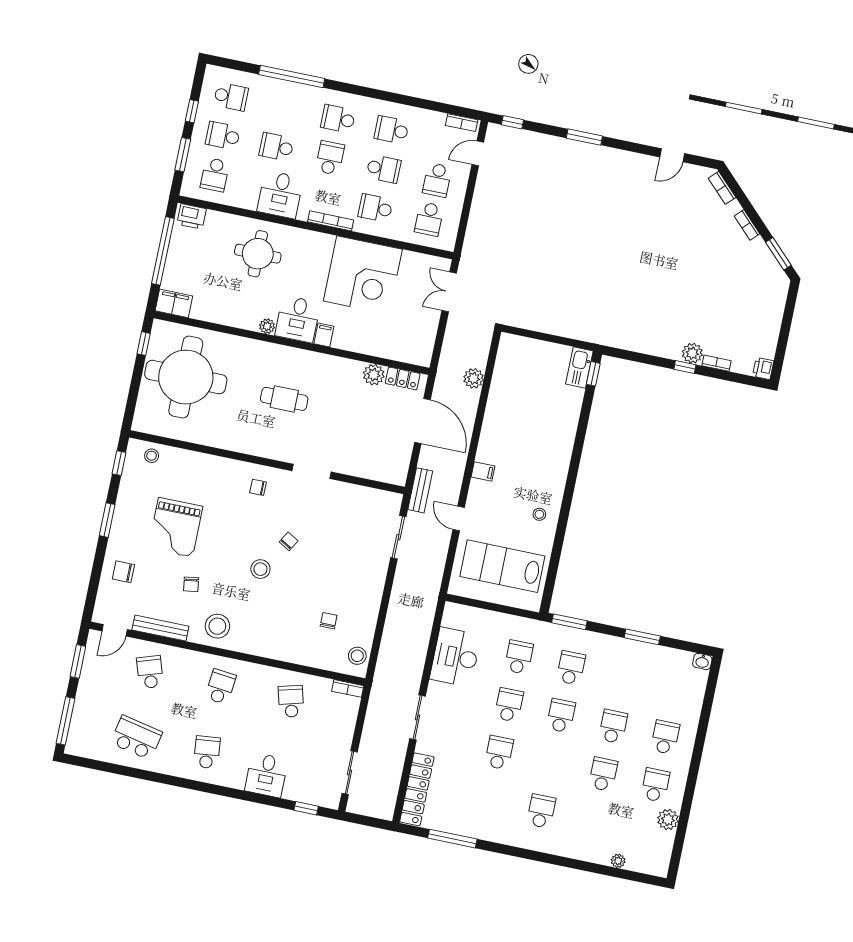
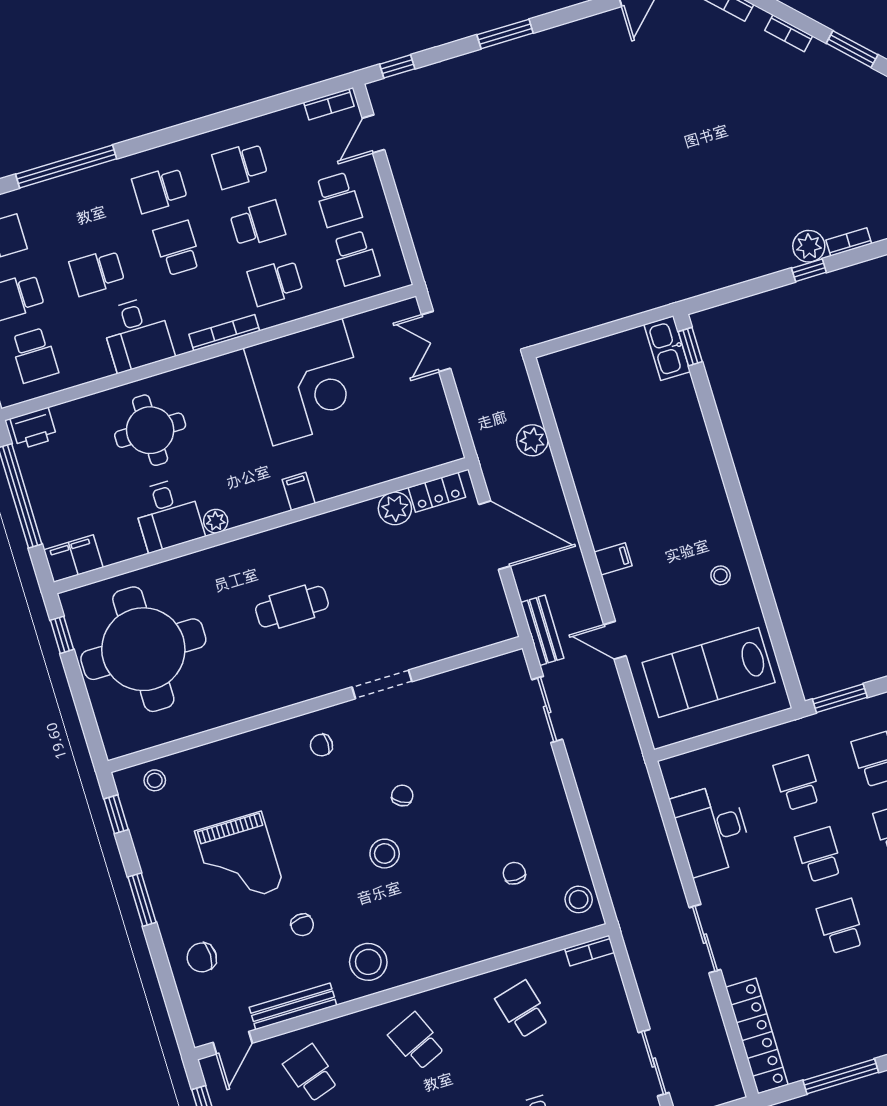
desk: (298, 319) -> (168, 515), moved
school desk: (220, 687) -> (417, 1041), turned -30

